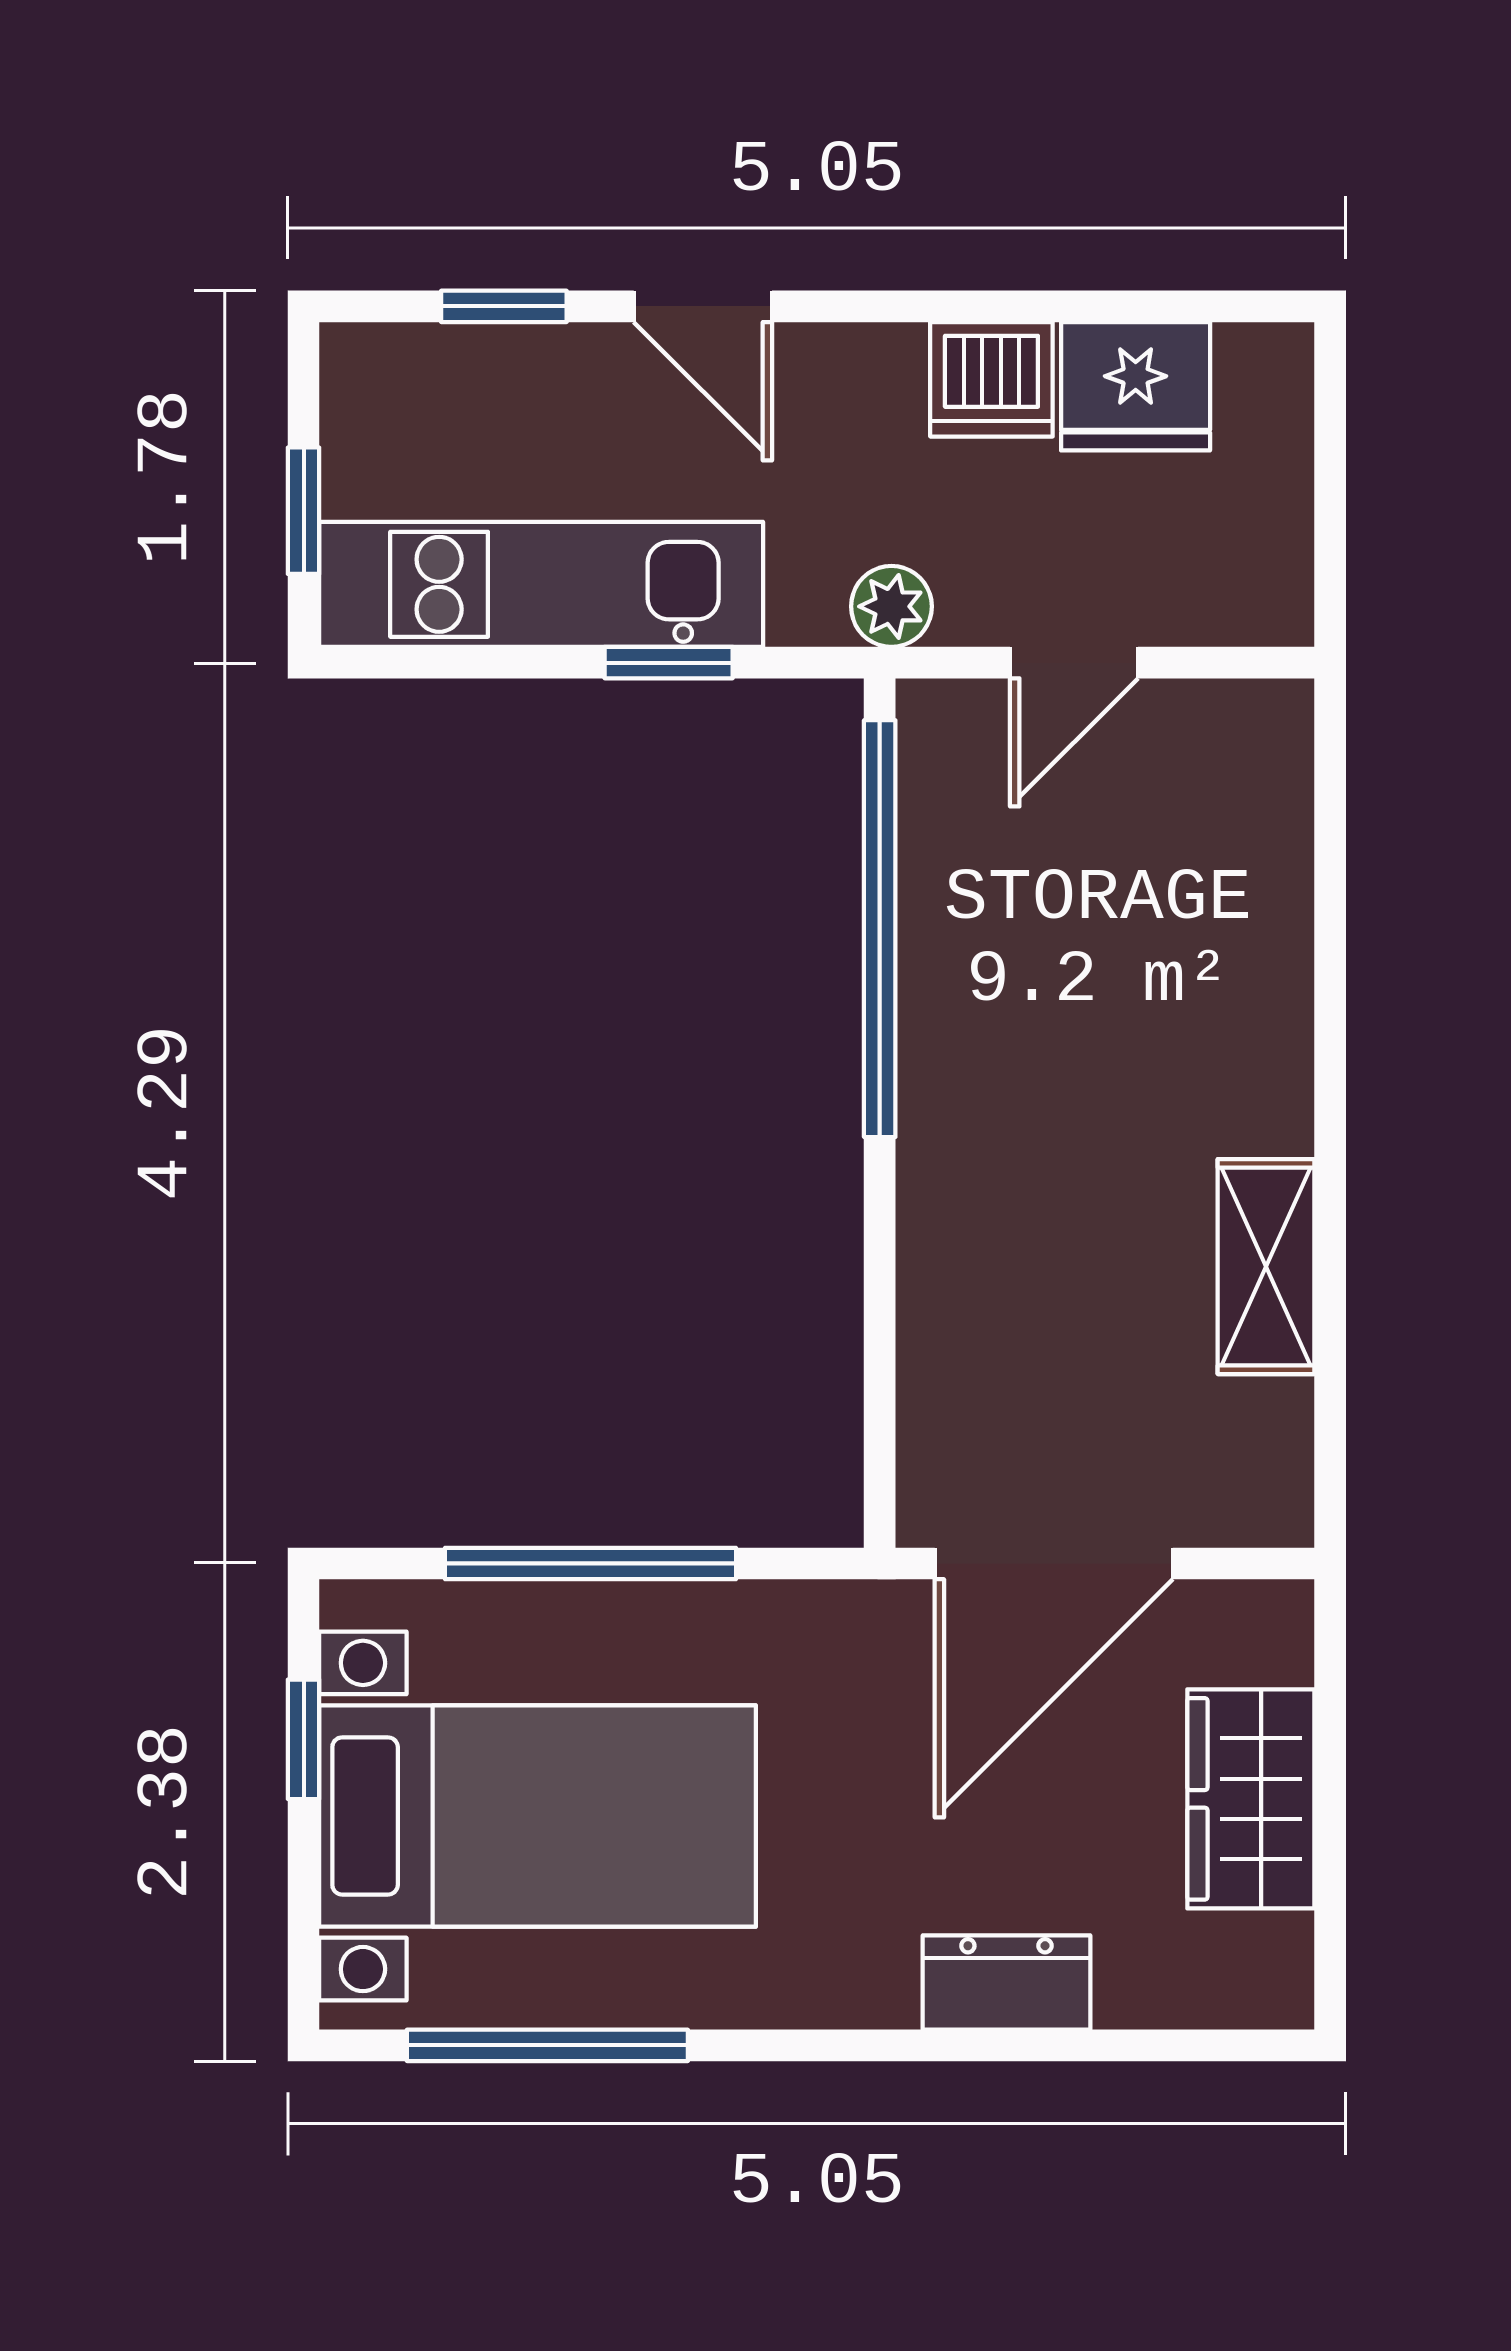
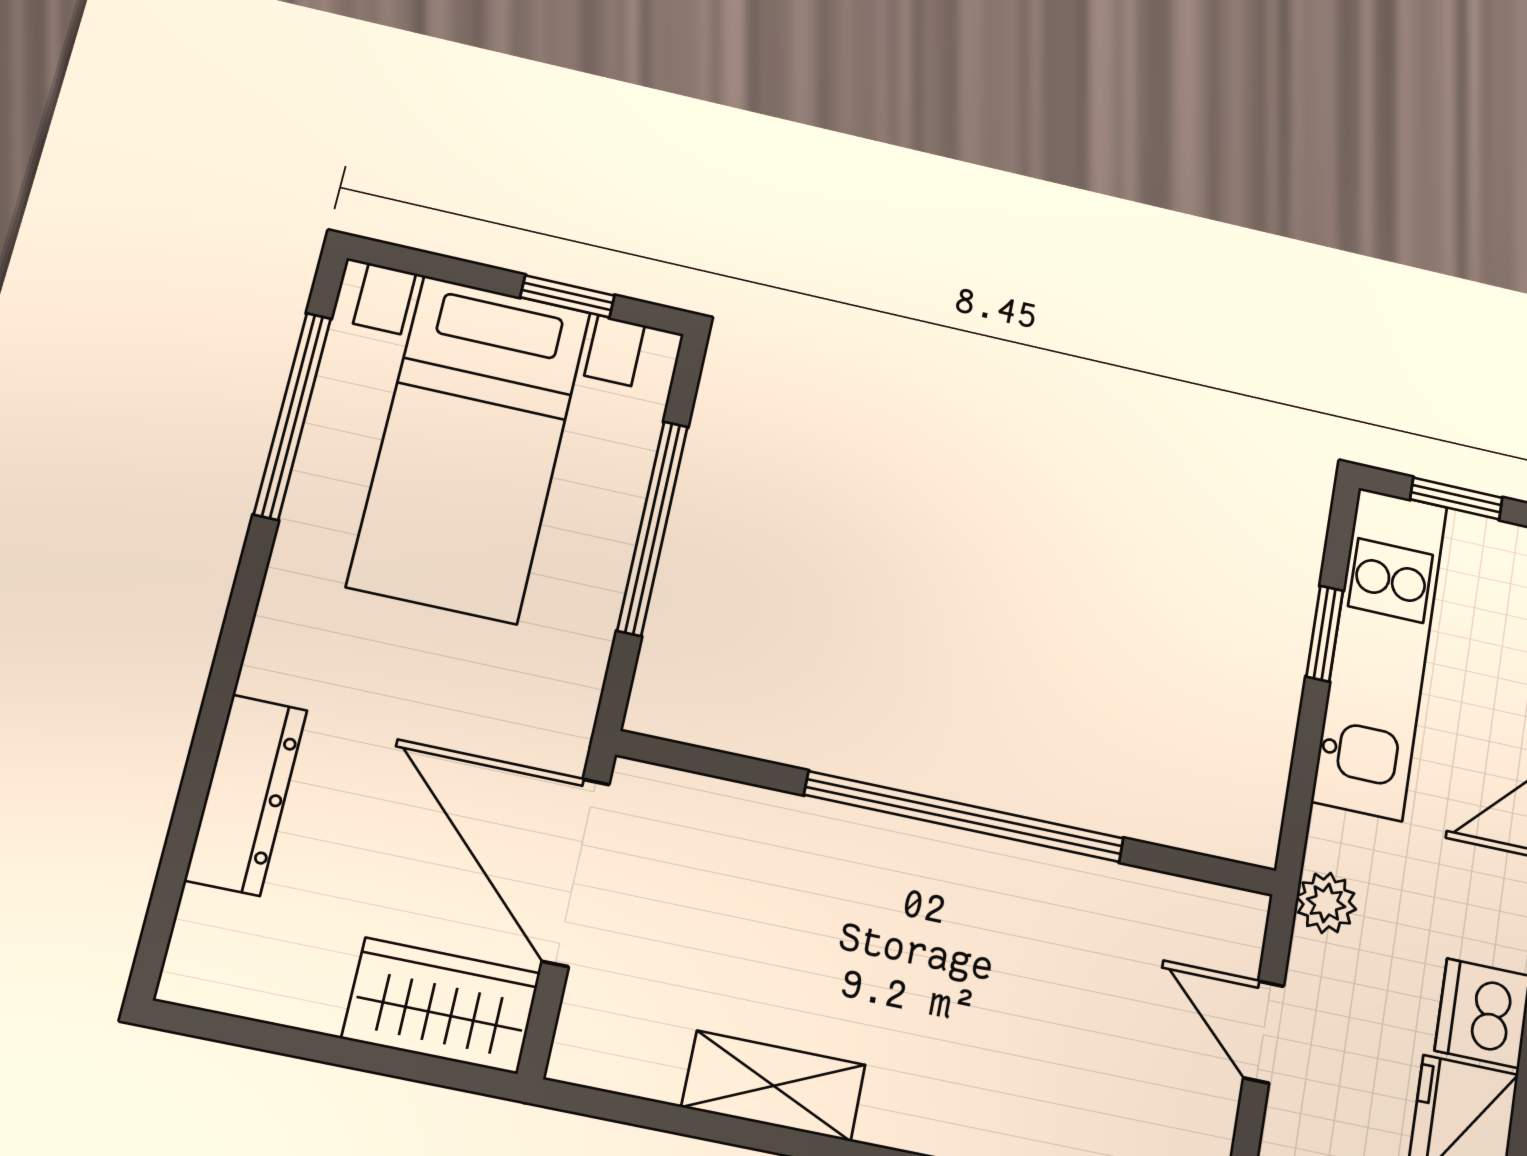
window: (669, 663) -> (1325, 634), moved
window: (880, 929) -> (964, 817), moved
wardrobe: (1251, 1799) -> (441, 1006), moved
dresser: (1006, 1983) -> (246, 795), width x1.44

